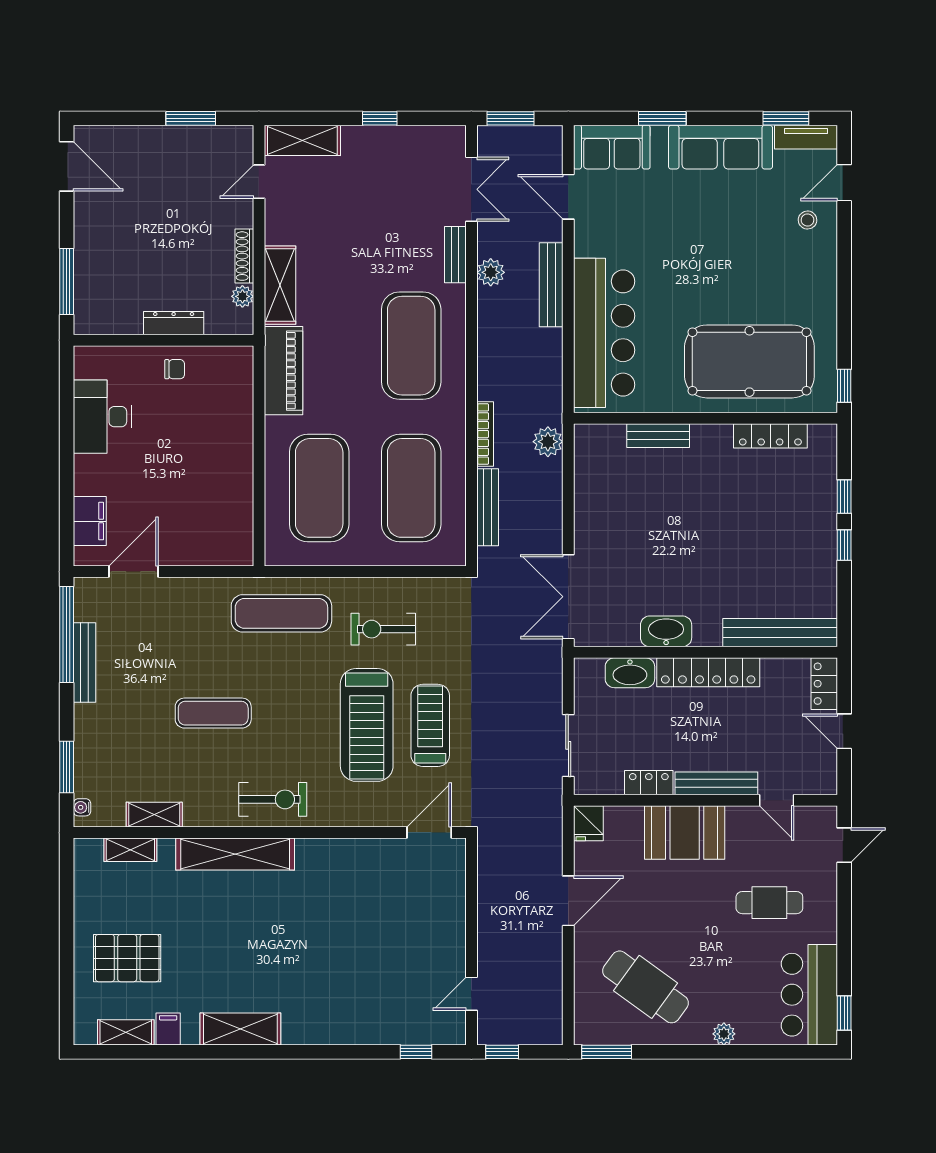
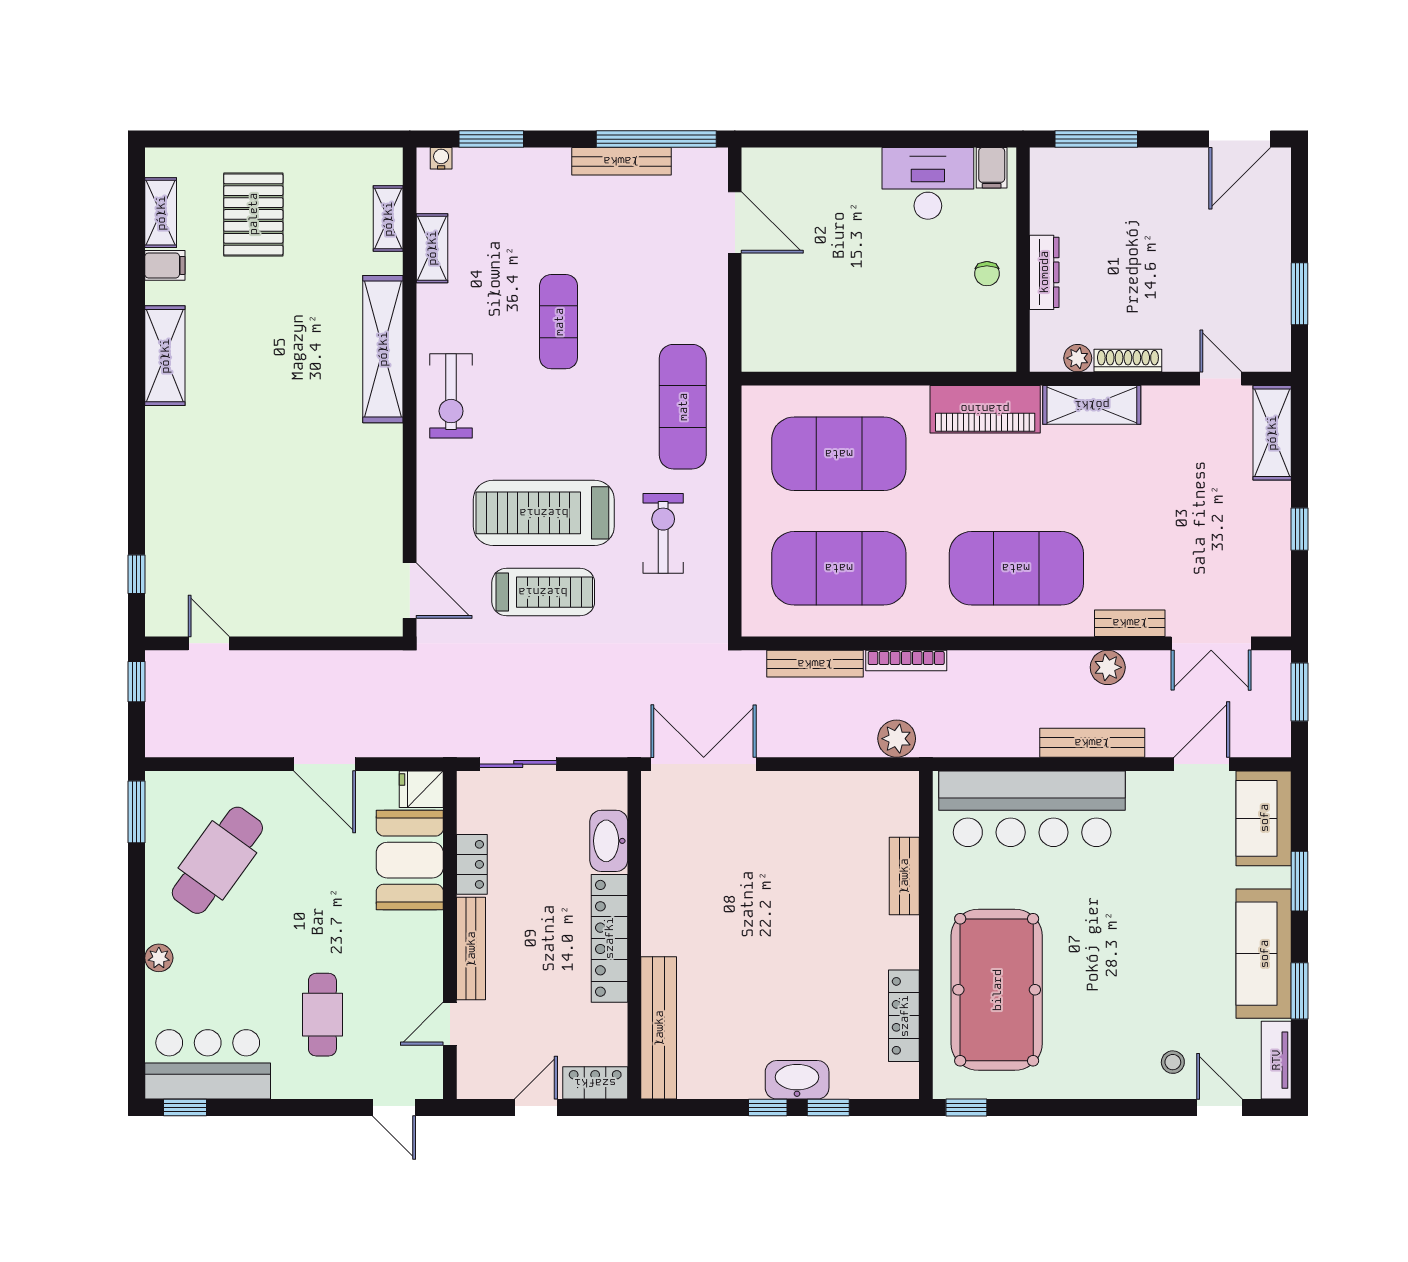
window: (786, 118) -> (1300, 991), moved
filing cabinet: (90, 521) -> (992, 168), moved, width x0.50
washbasin: (666, 631) -> (797, 1080), moved, turned -90
booth: (685, 832) -> (410, 860), moved

